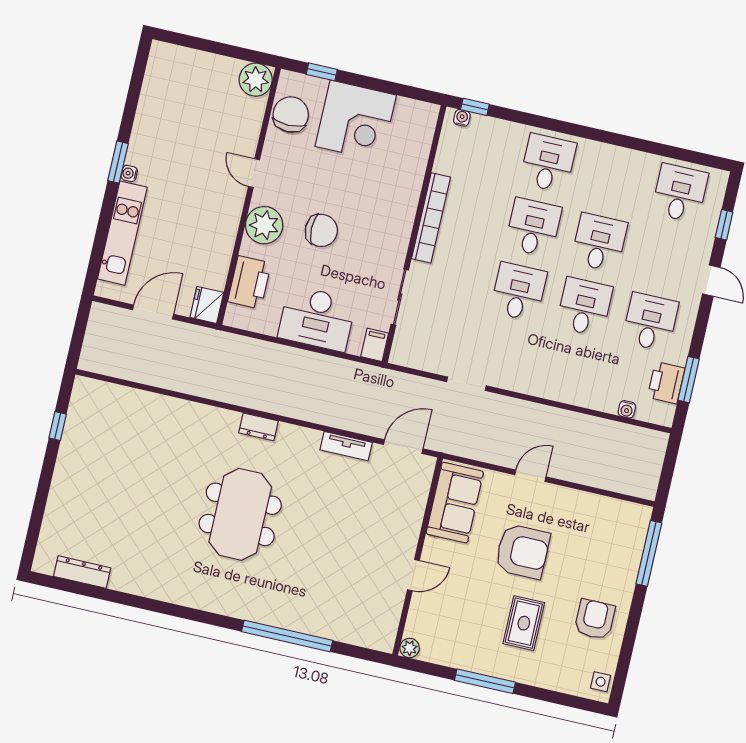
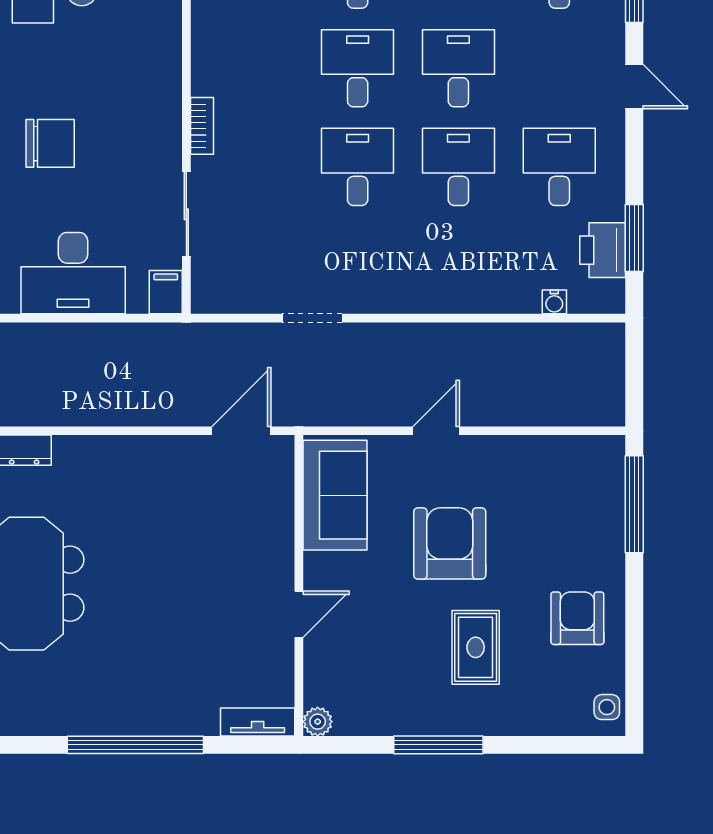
bookcase: (431, 218) -> (202, 126), width x0.43, depth x0.76
tv unit: (346, 446) -> (258, 722), moved, turned 180
armchair: (522, 551) -> (450, 543), turned -90

